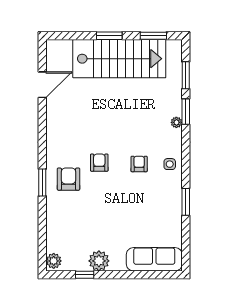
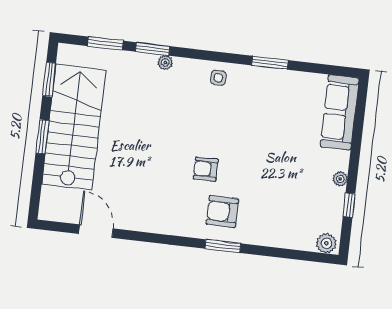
armchair: (139, 164) -> (213, 117), removed
plant: (99, 261) -> (340, 179), width x0.53, depth x0.53

